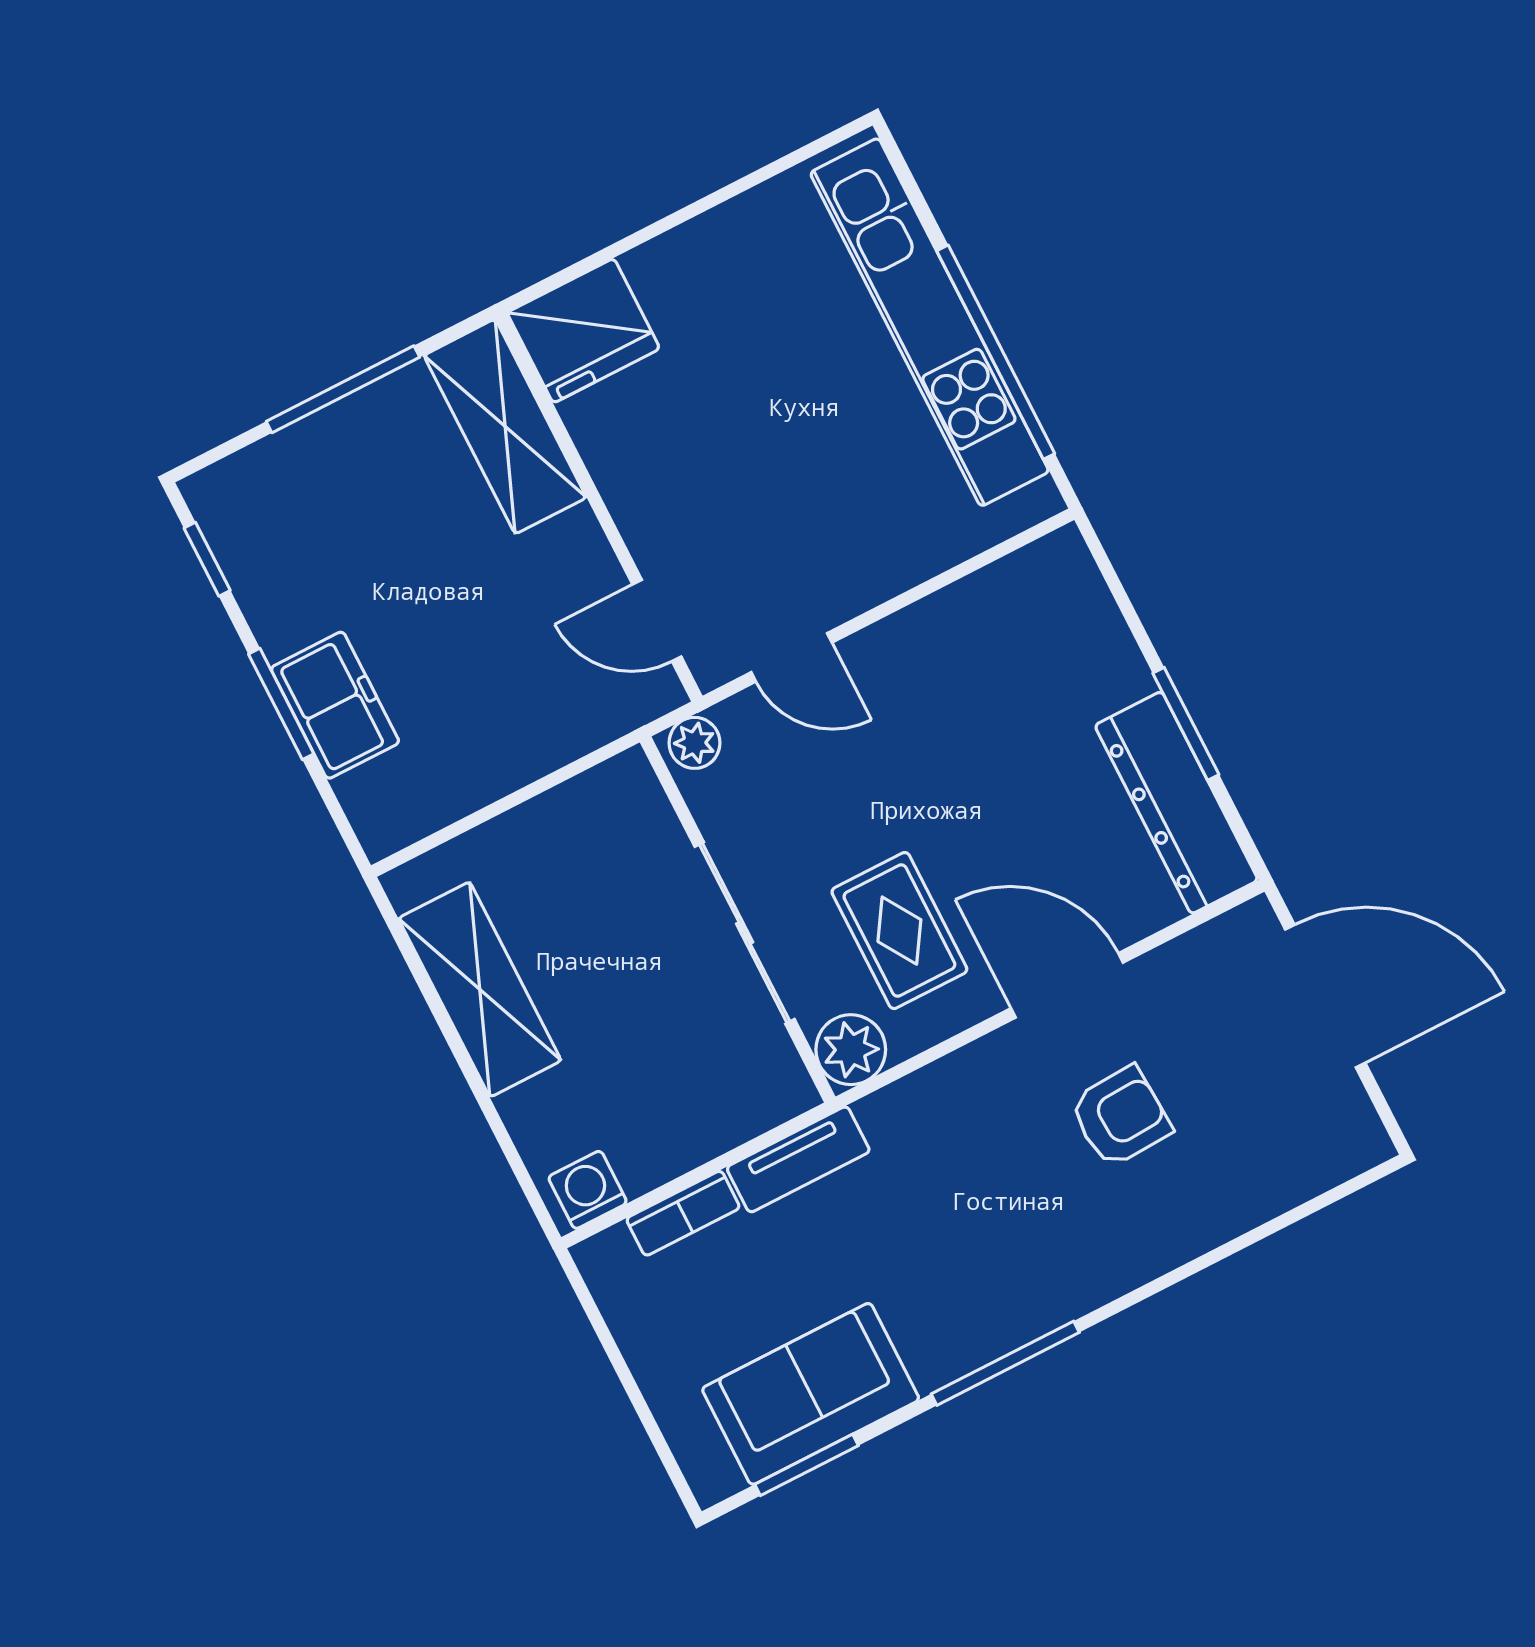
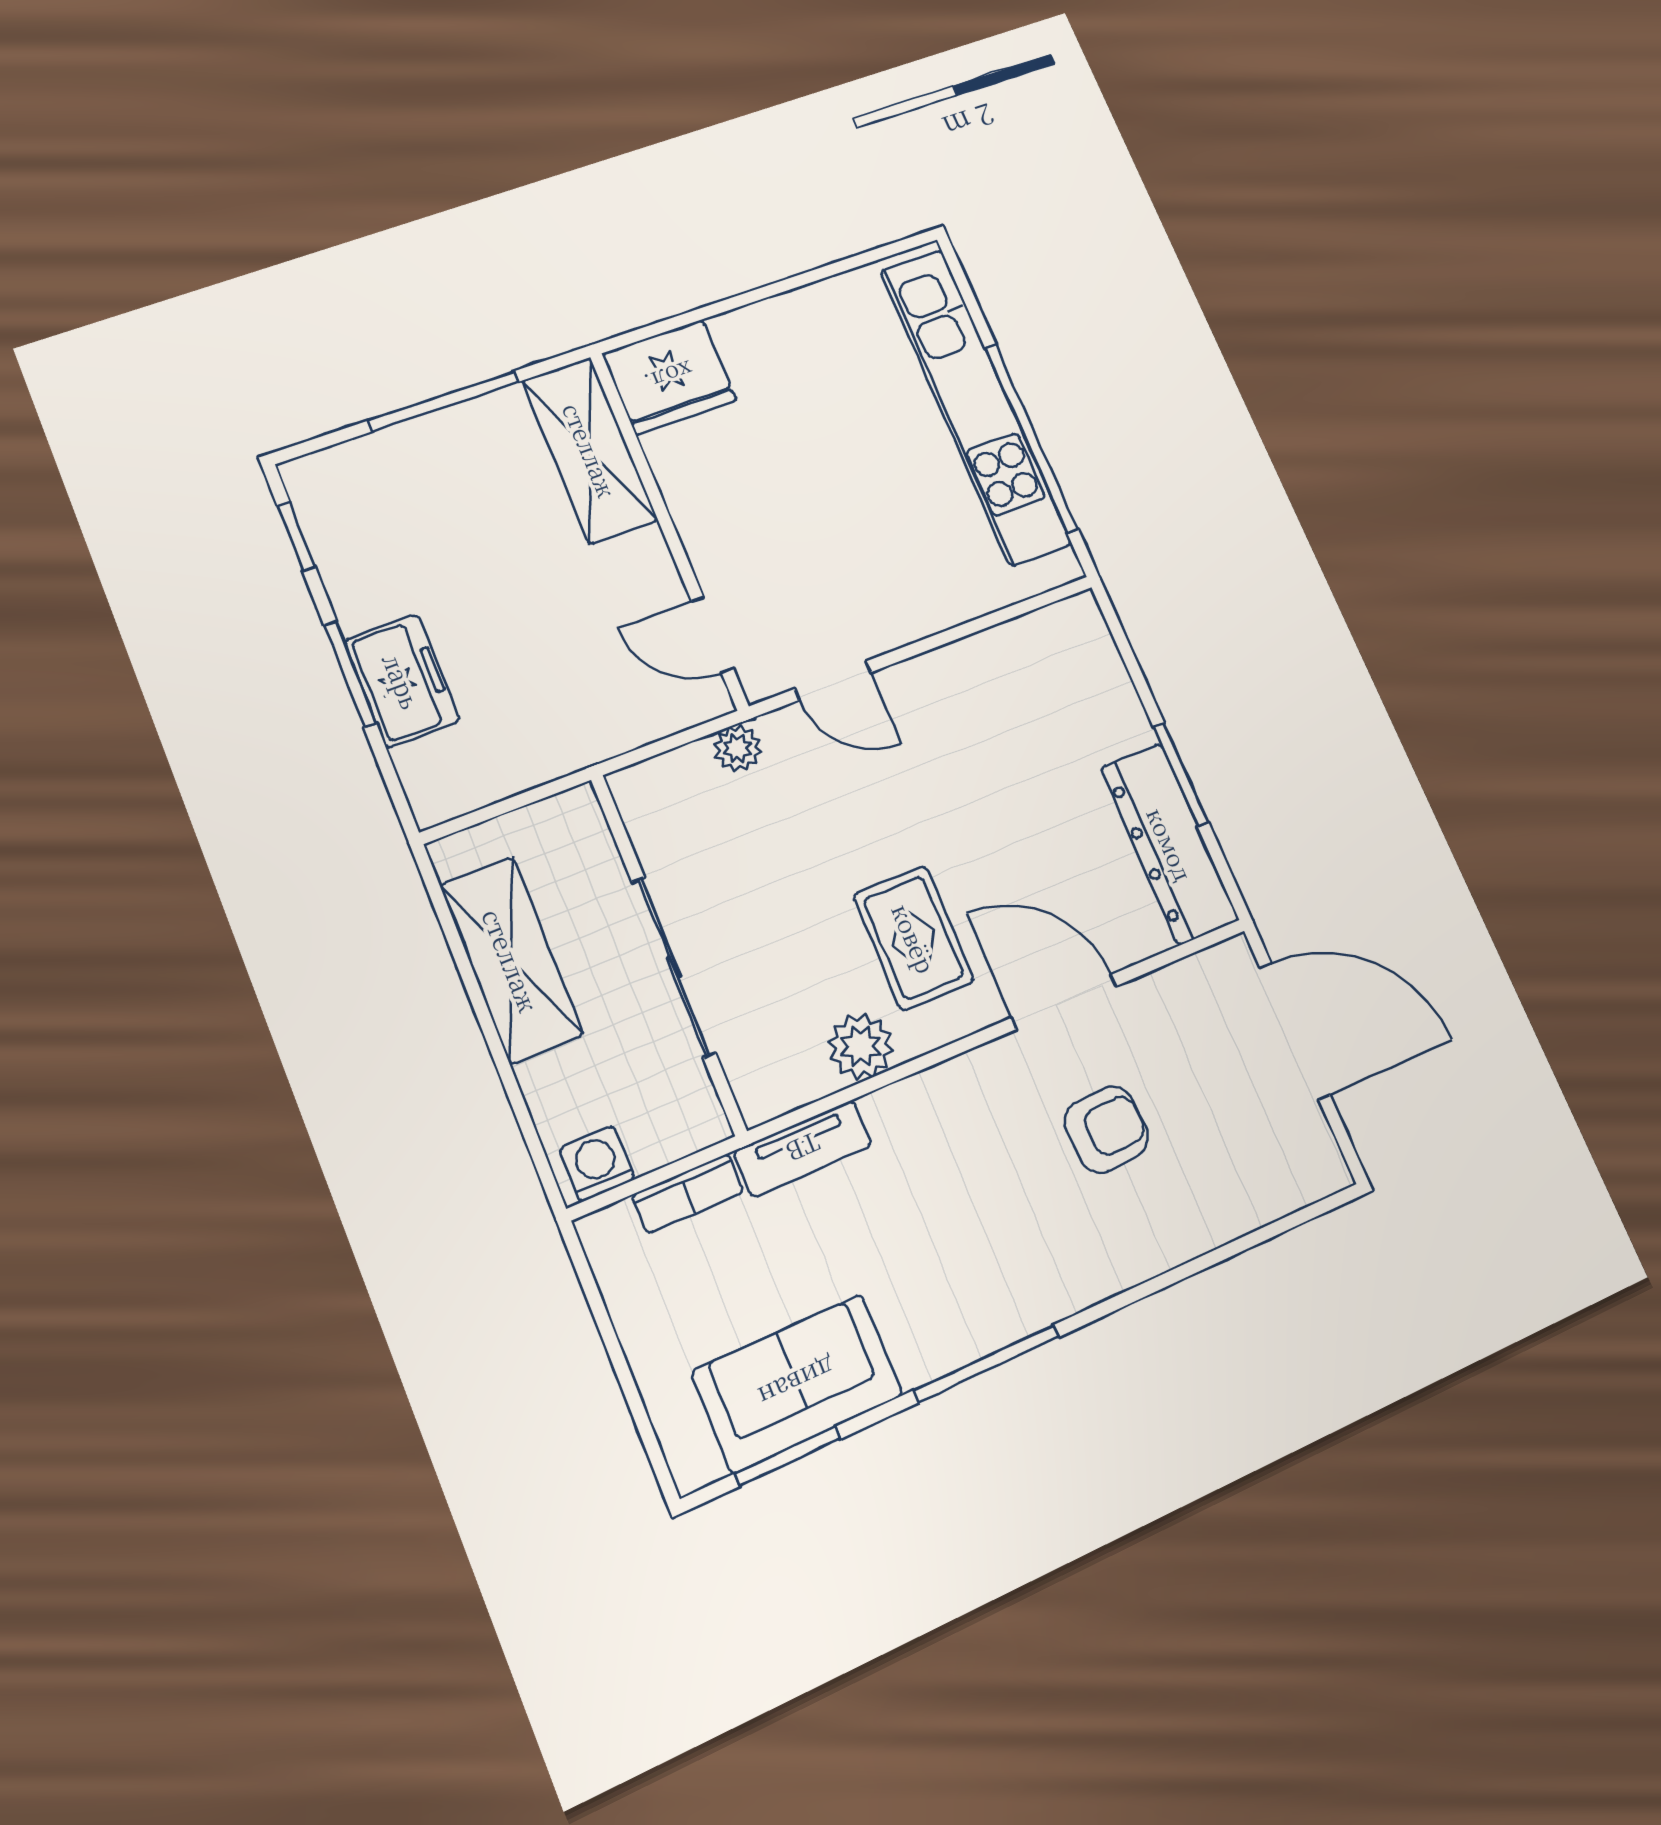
wall: (738, 919) -> (668, 954), moved
sliding door: (745, 933) -> (674, 967), moved

